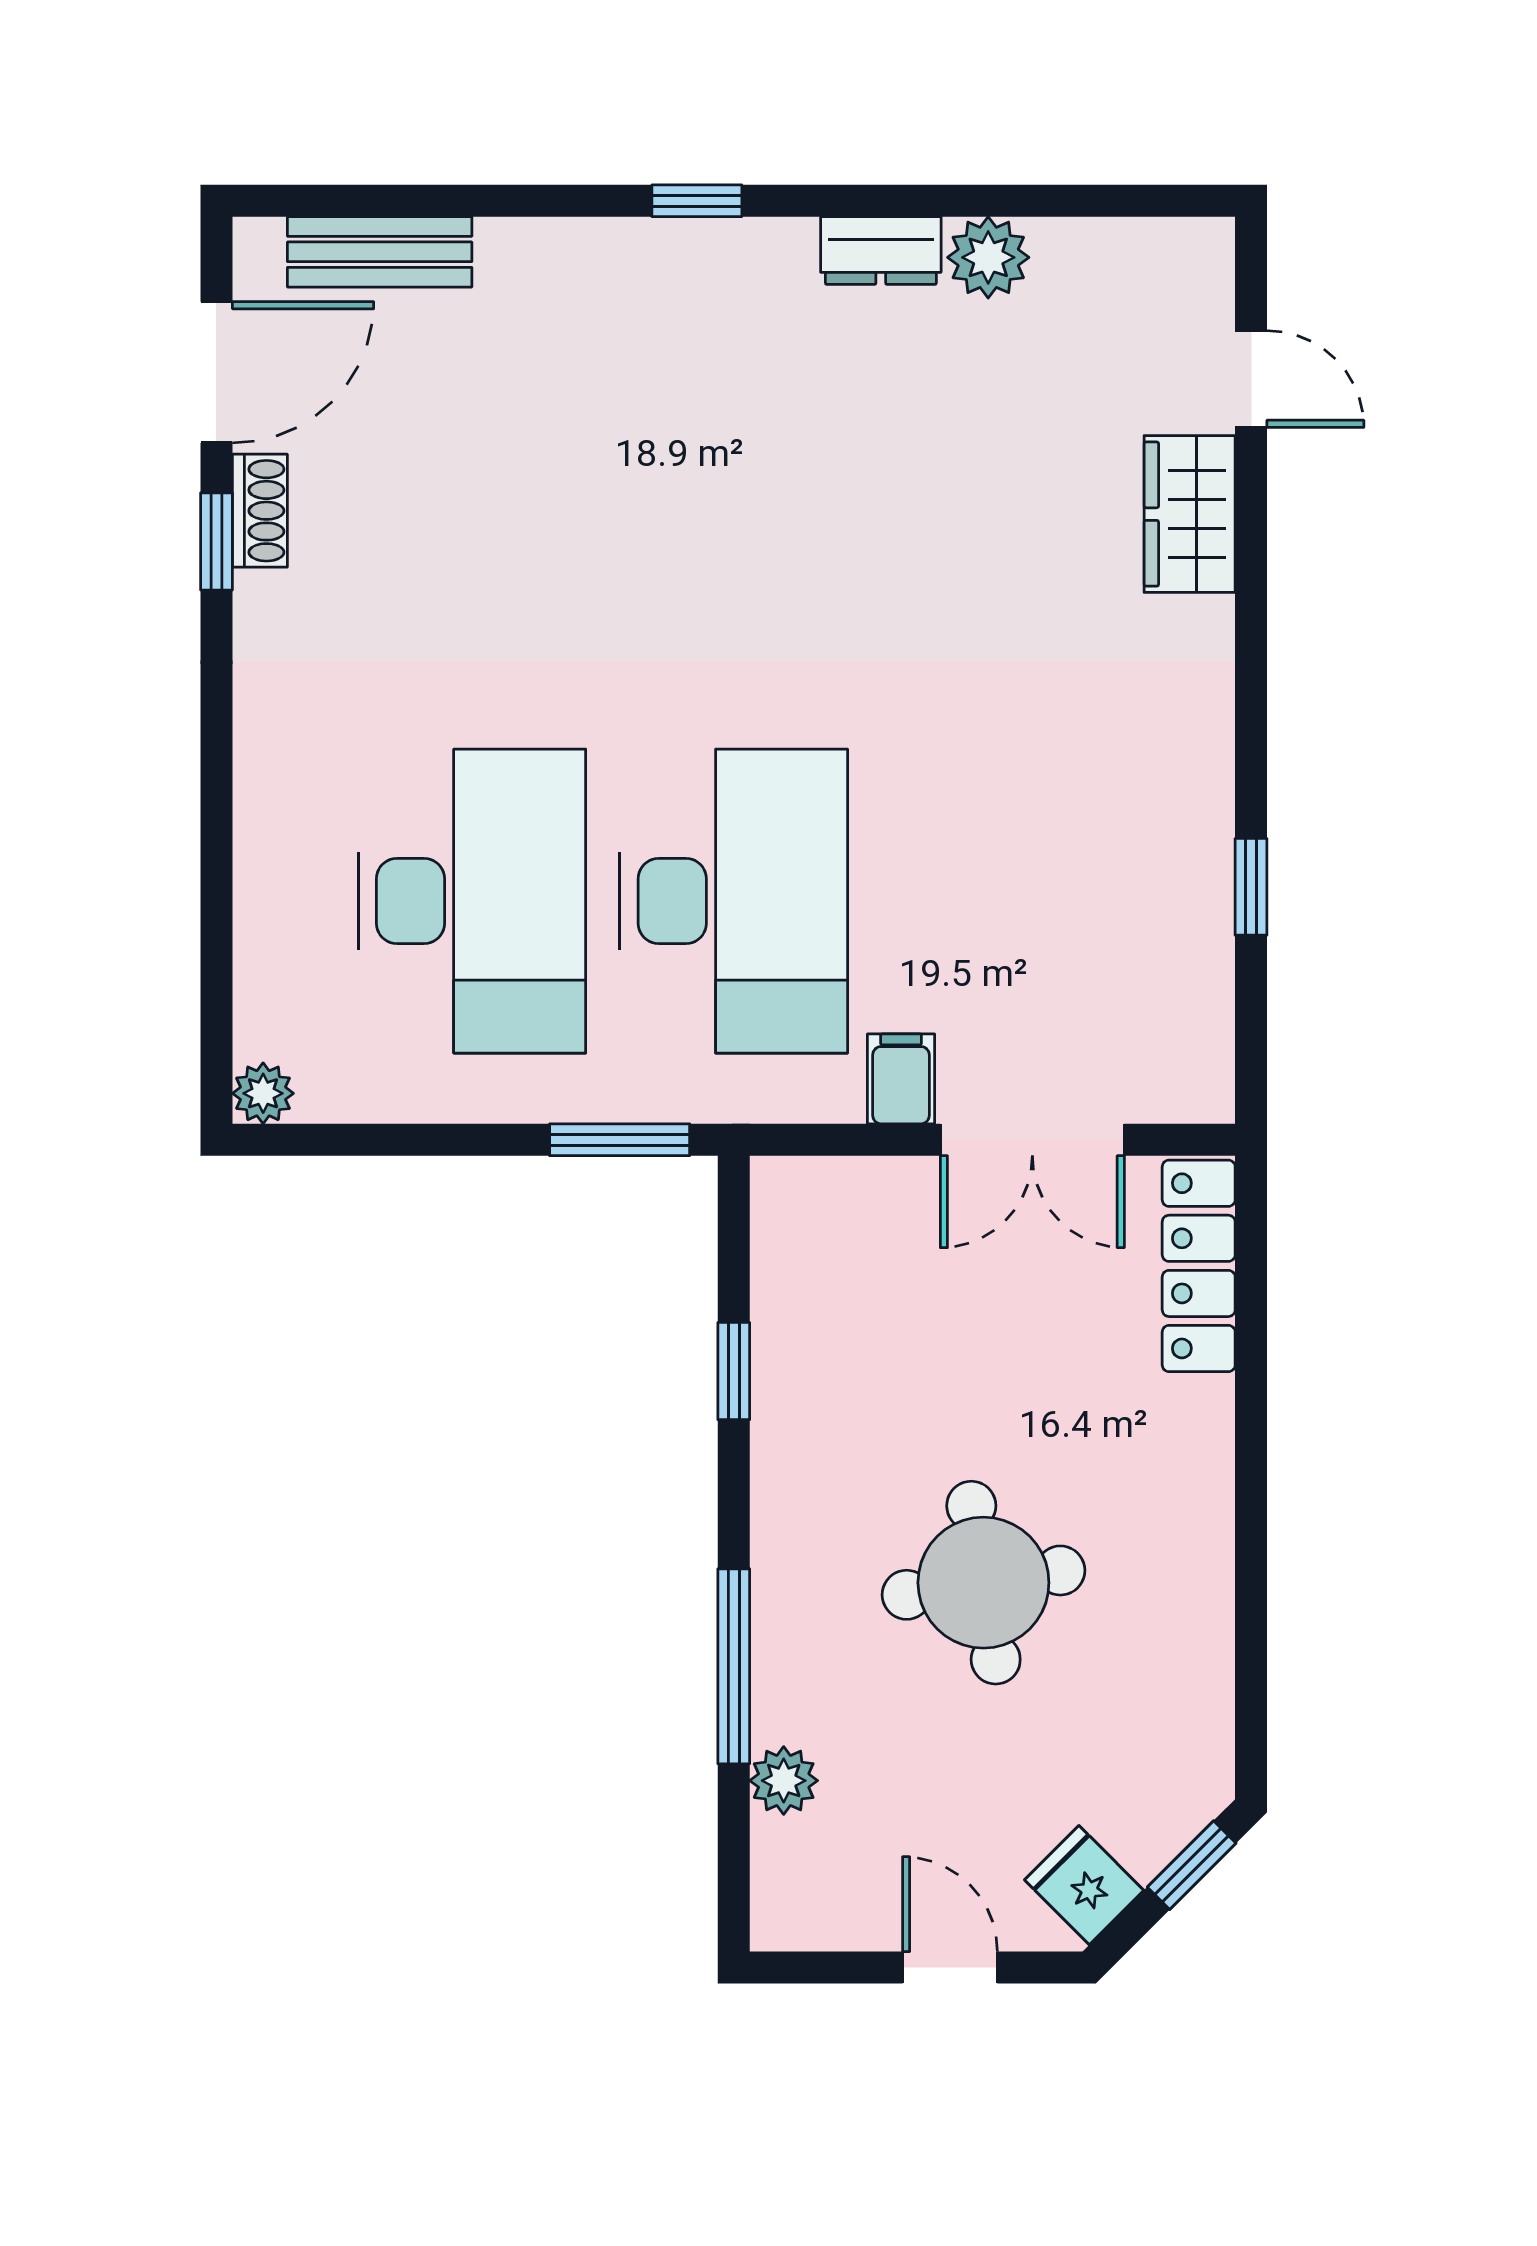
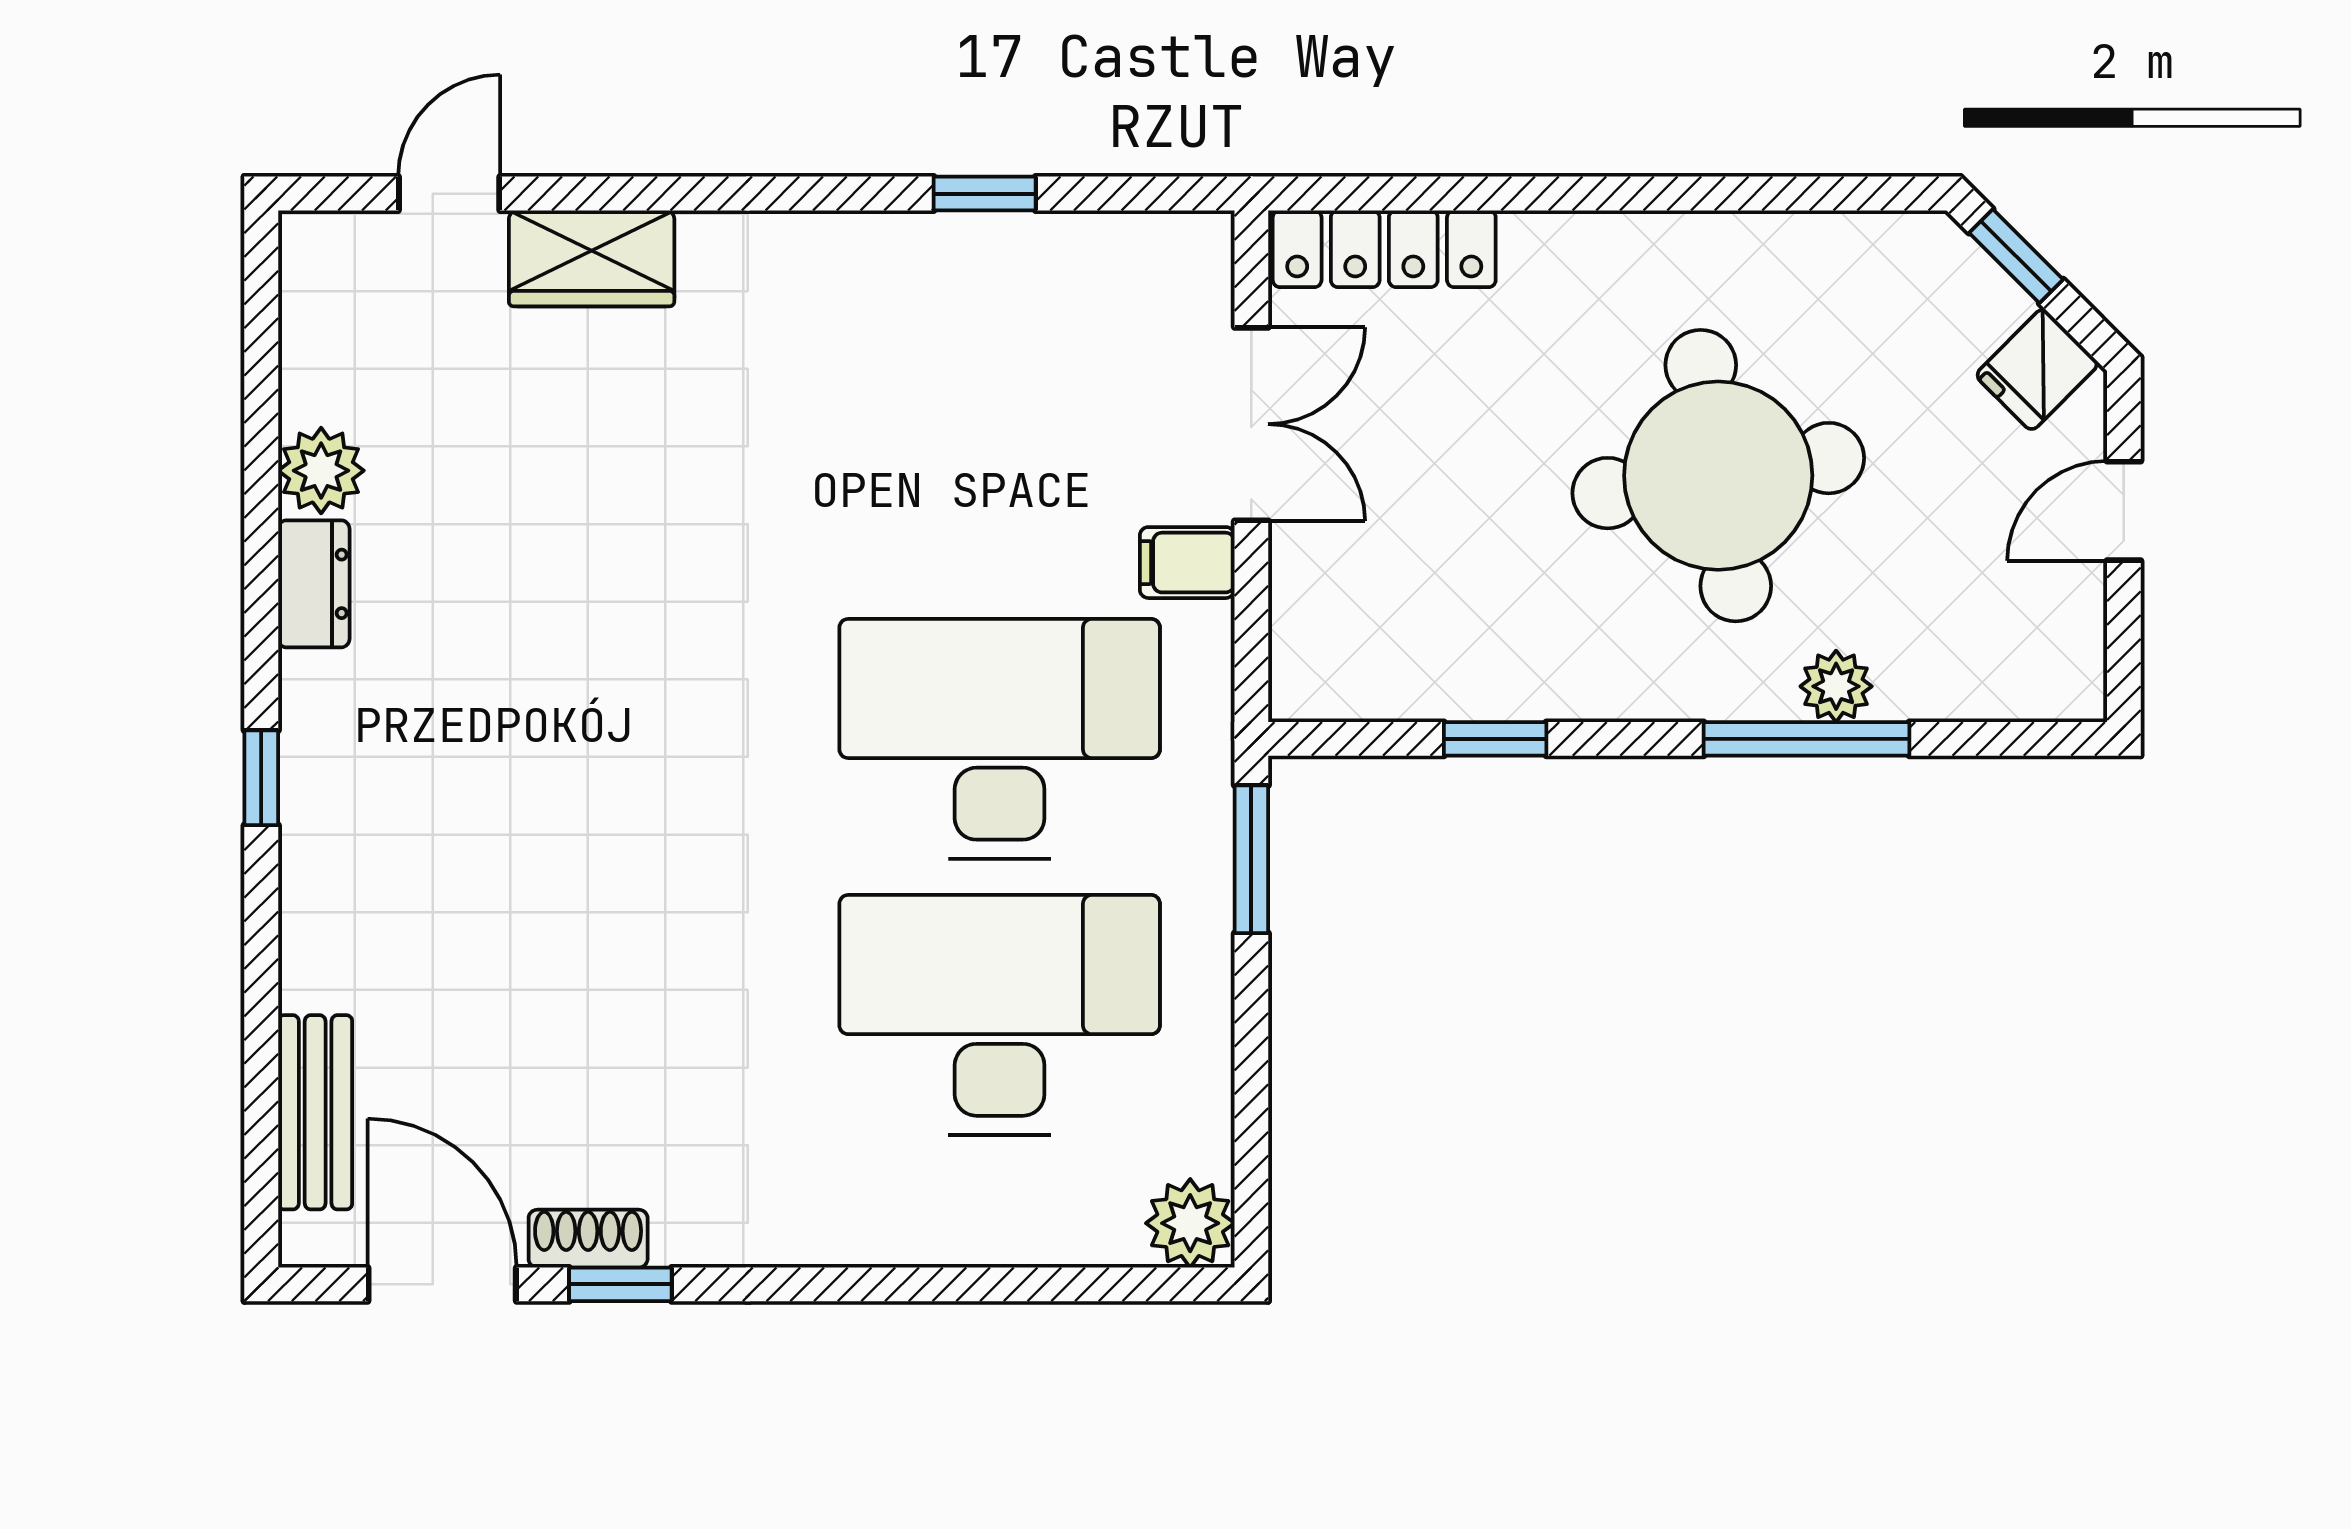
plant: (263, 1093) -> (1190, 1223), width x1.38, depth x1.38
round table: (983, 1583) -> (1718, 476), width x1.36, depth x1.36
plant: (784, 1781) -> (1836, 686), moved

